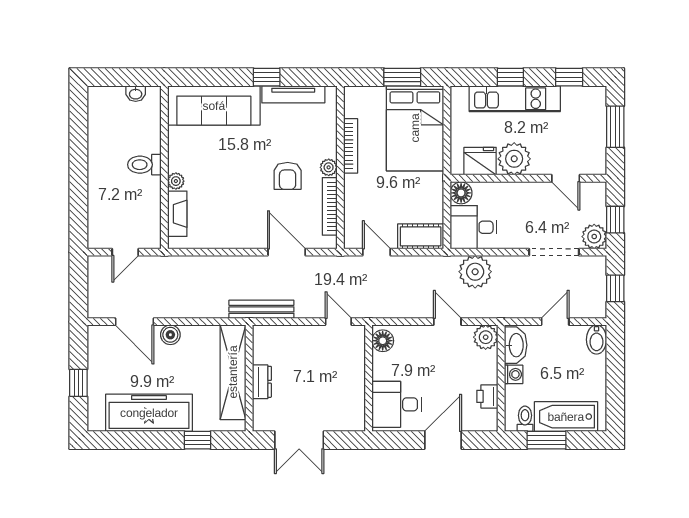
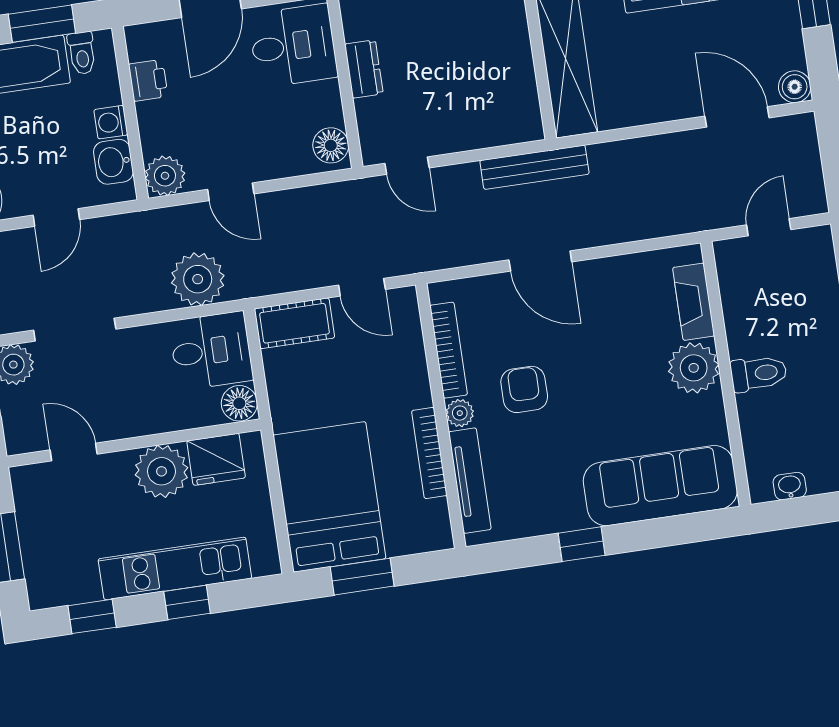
tv unit: (293, 94) -> (470, 481), moved, turned 90
plant: (176, 181) -> (694, 368), width x1.88, depth x1.88
door: (287, 252) -> (540, 261), moved
boiler: (170, 335) -> (795, 87), moved
washbasin: (516, 345) -> (113, 162), width x0.72
dresser: (262, 382) -> (364, 69), moved, turned 180

